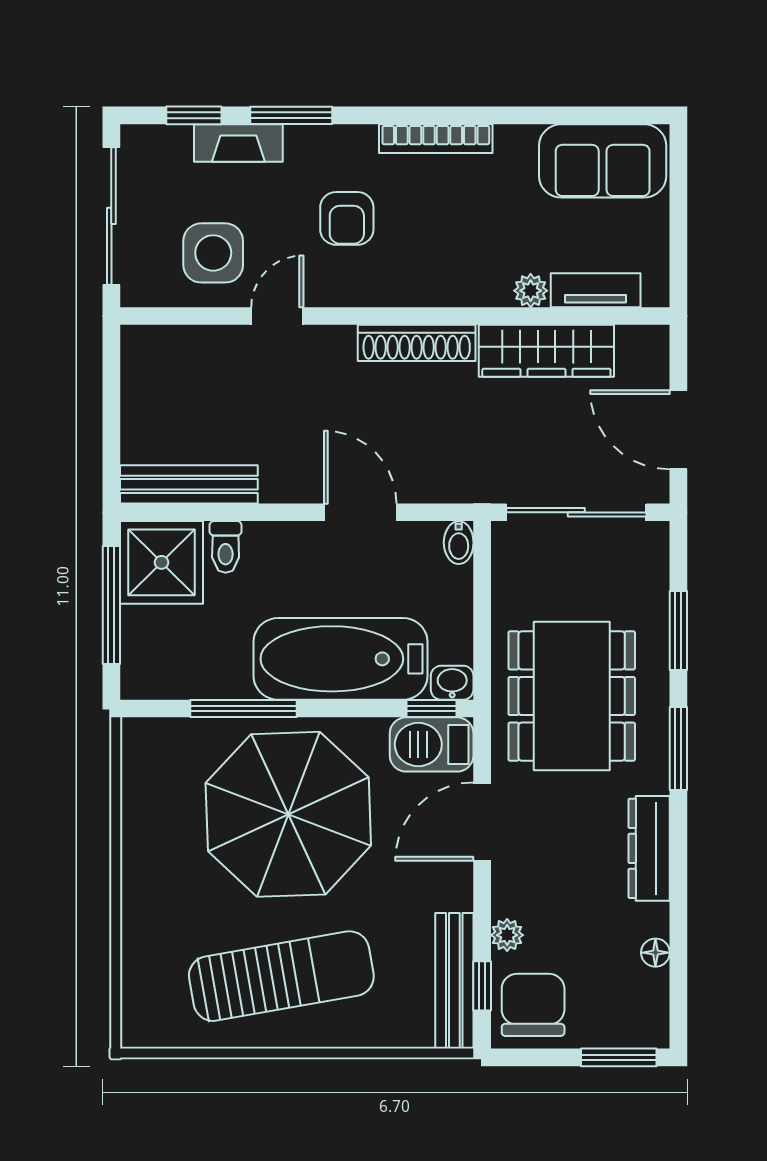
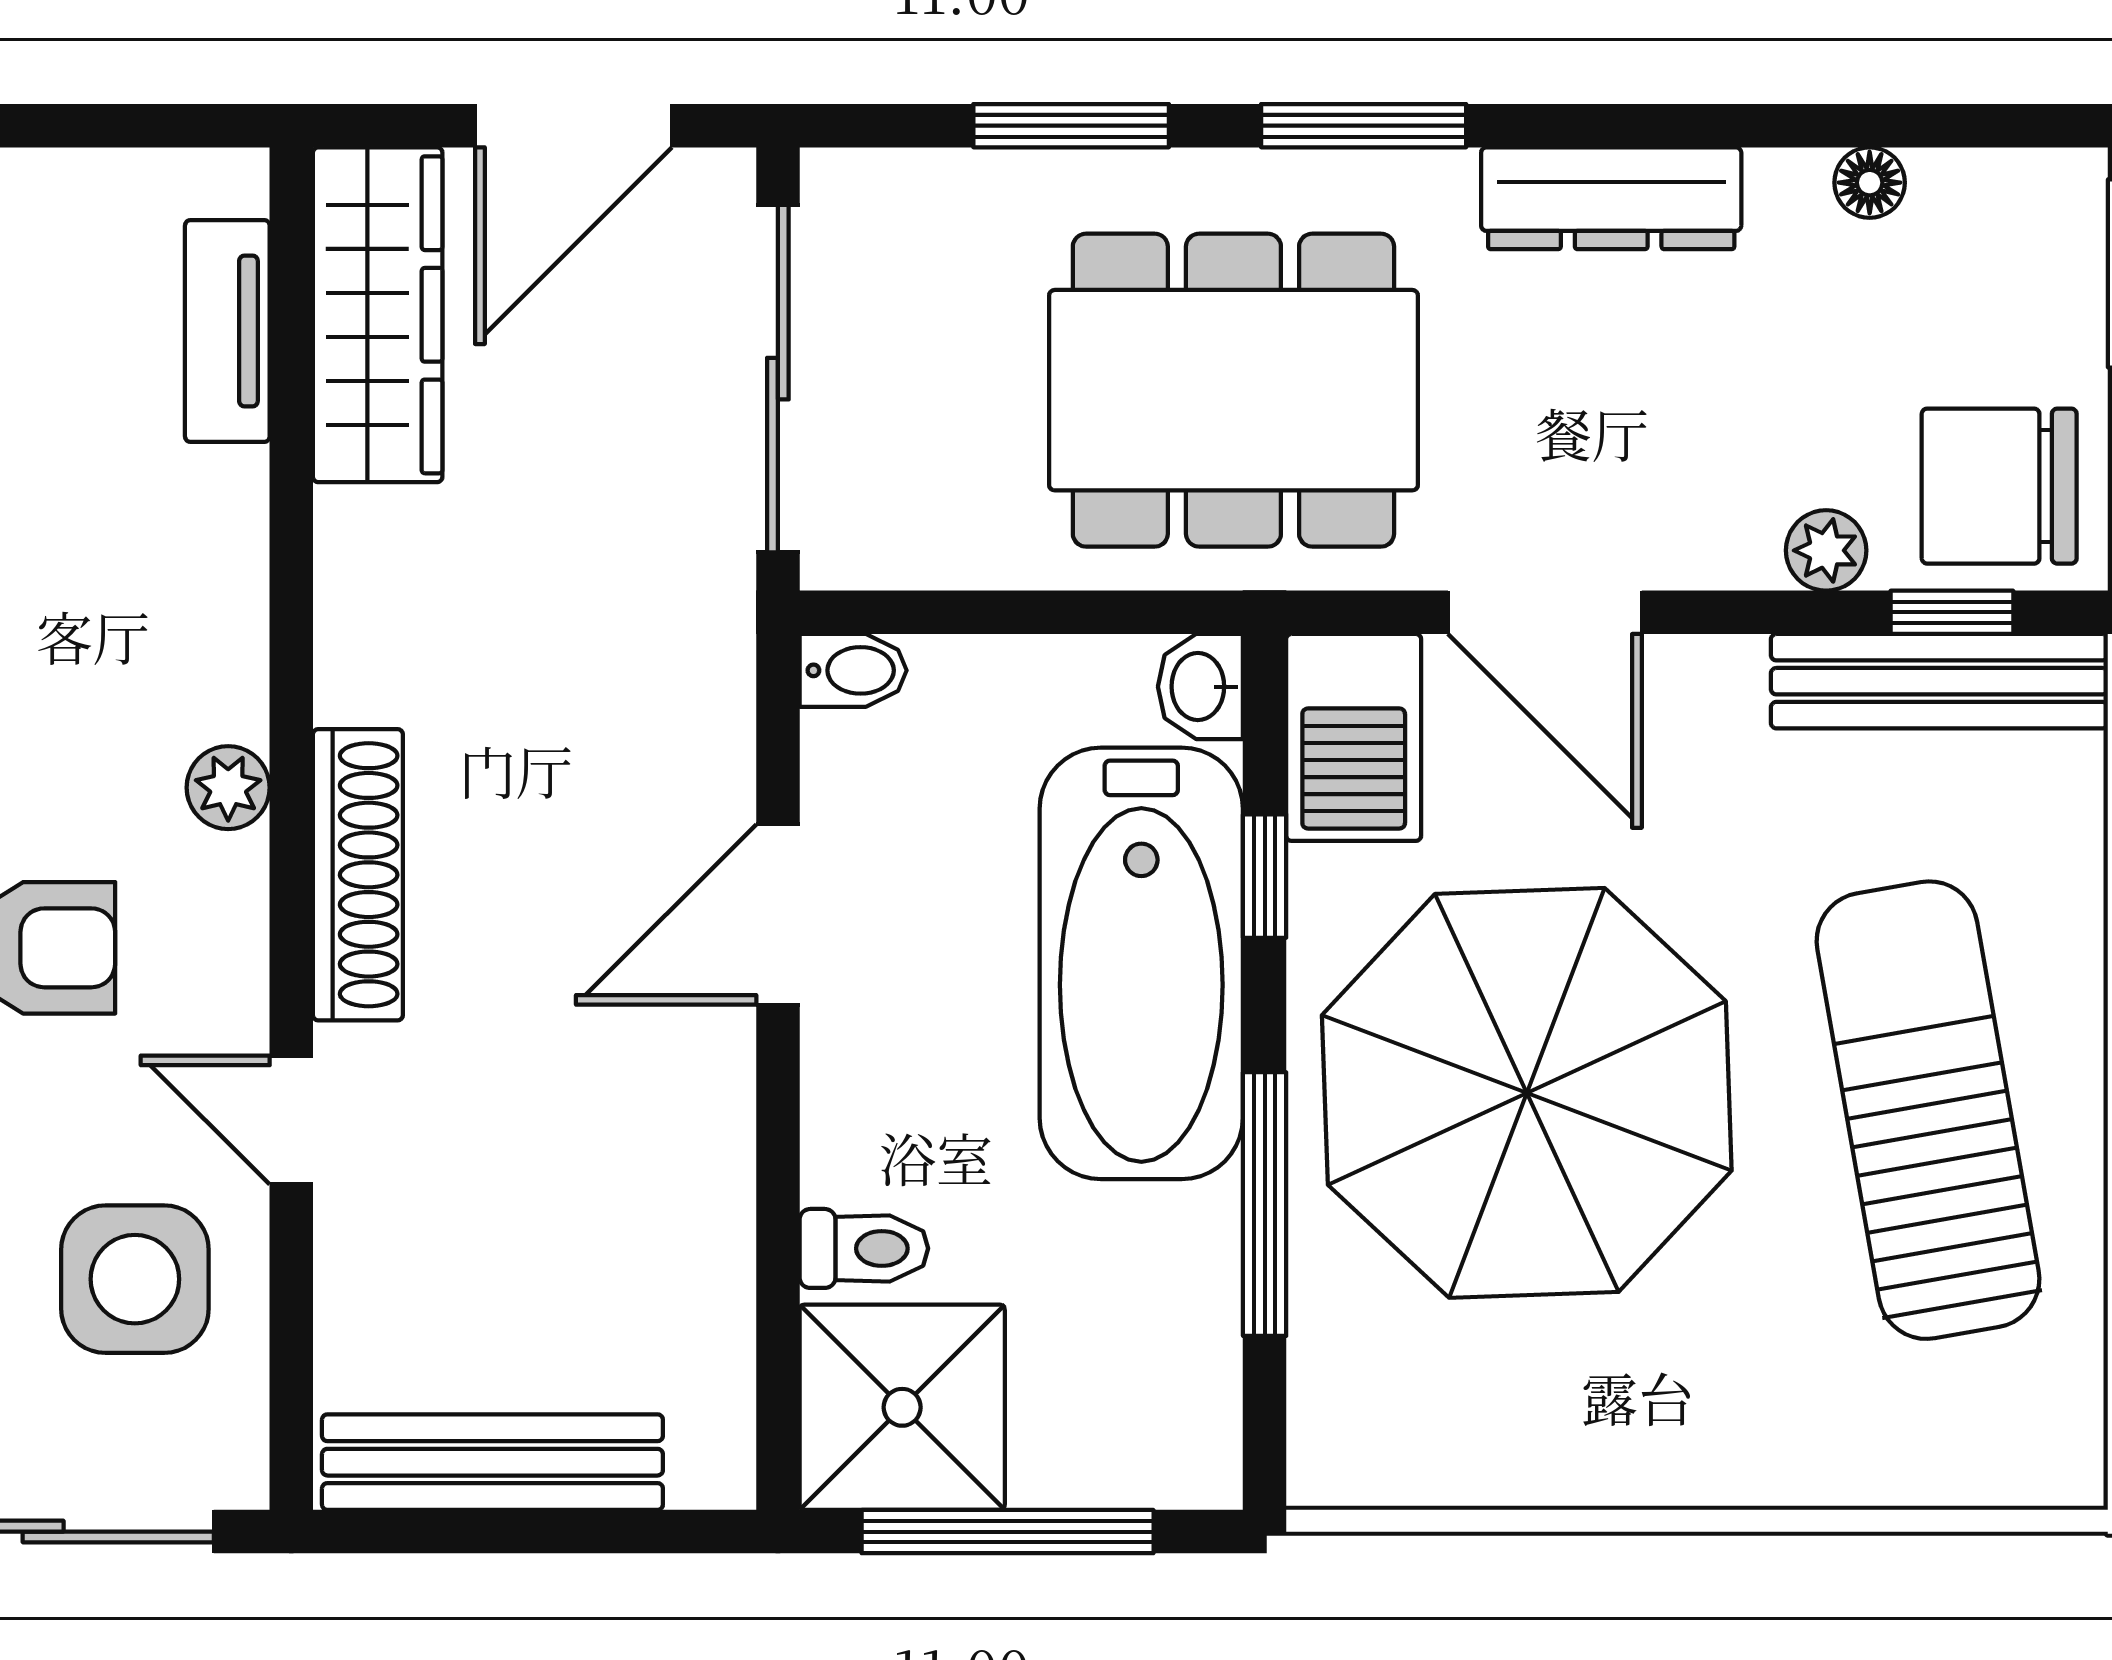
plant: (531, 291) -> (228, 788), moved
shoe rack: (417, 343) -> (358, 875), moved
wardrobe: (546, 351) -> (378, 315), moved
bench: (189, 484) -> (492, 1462), moved, turned 90
window: (432, 709) -> (1265, 876), moved

